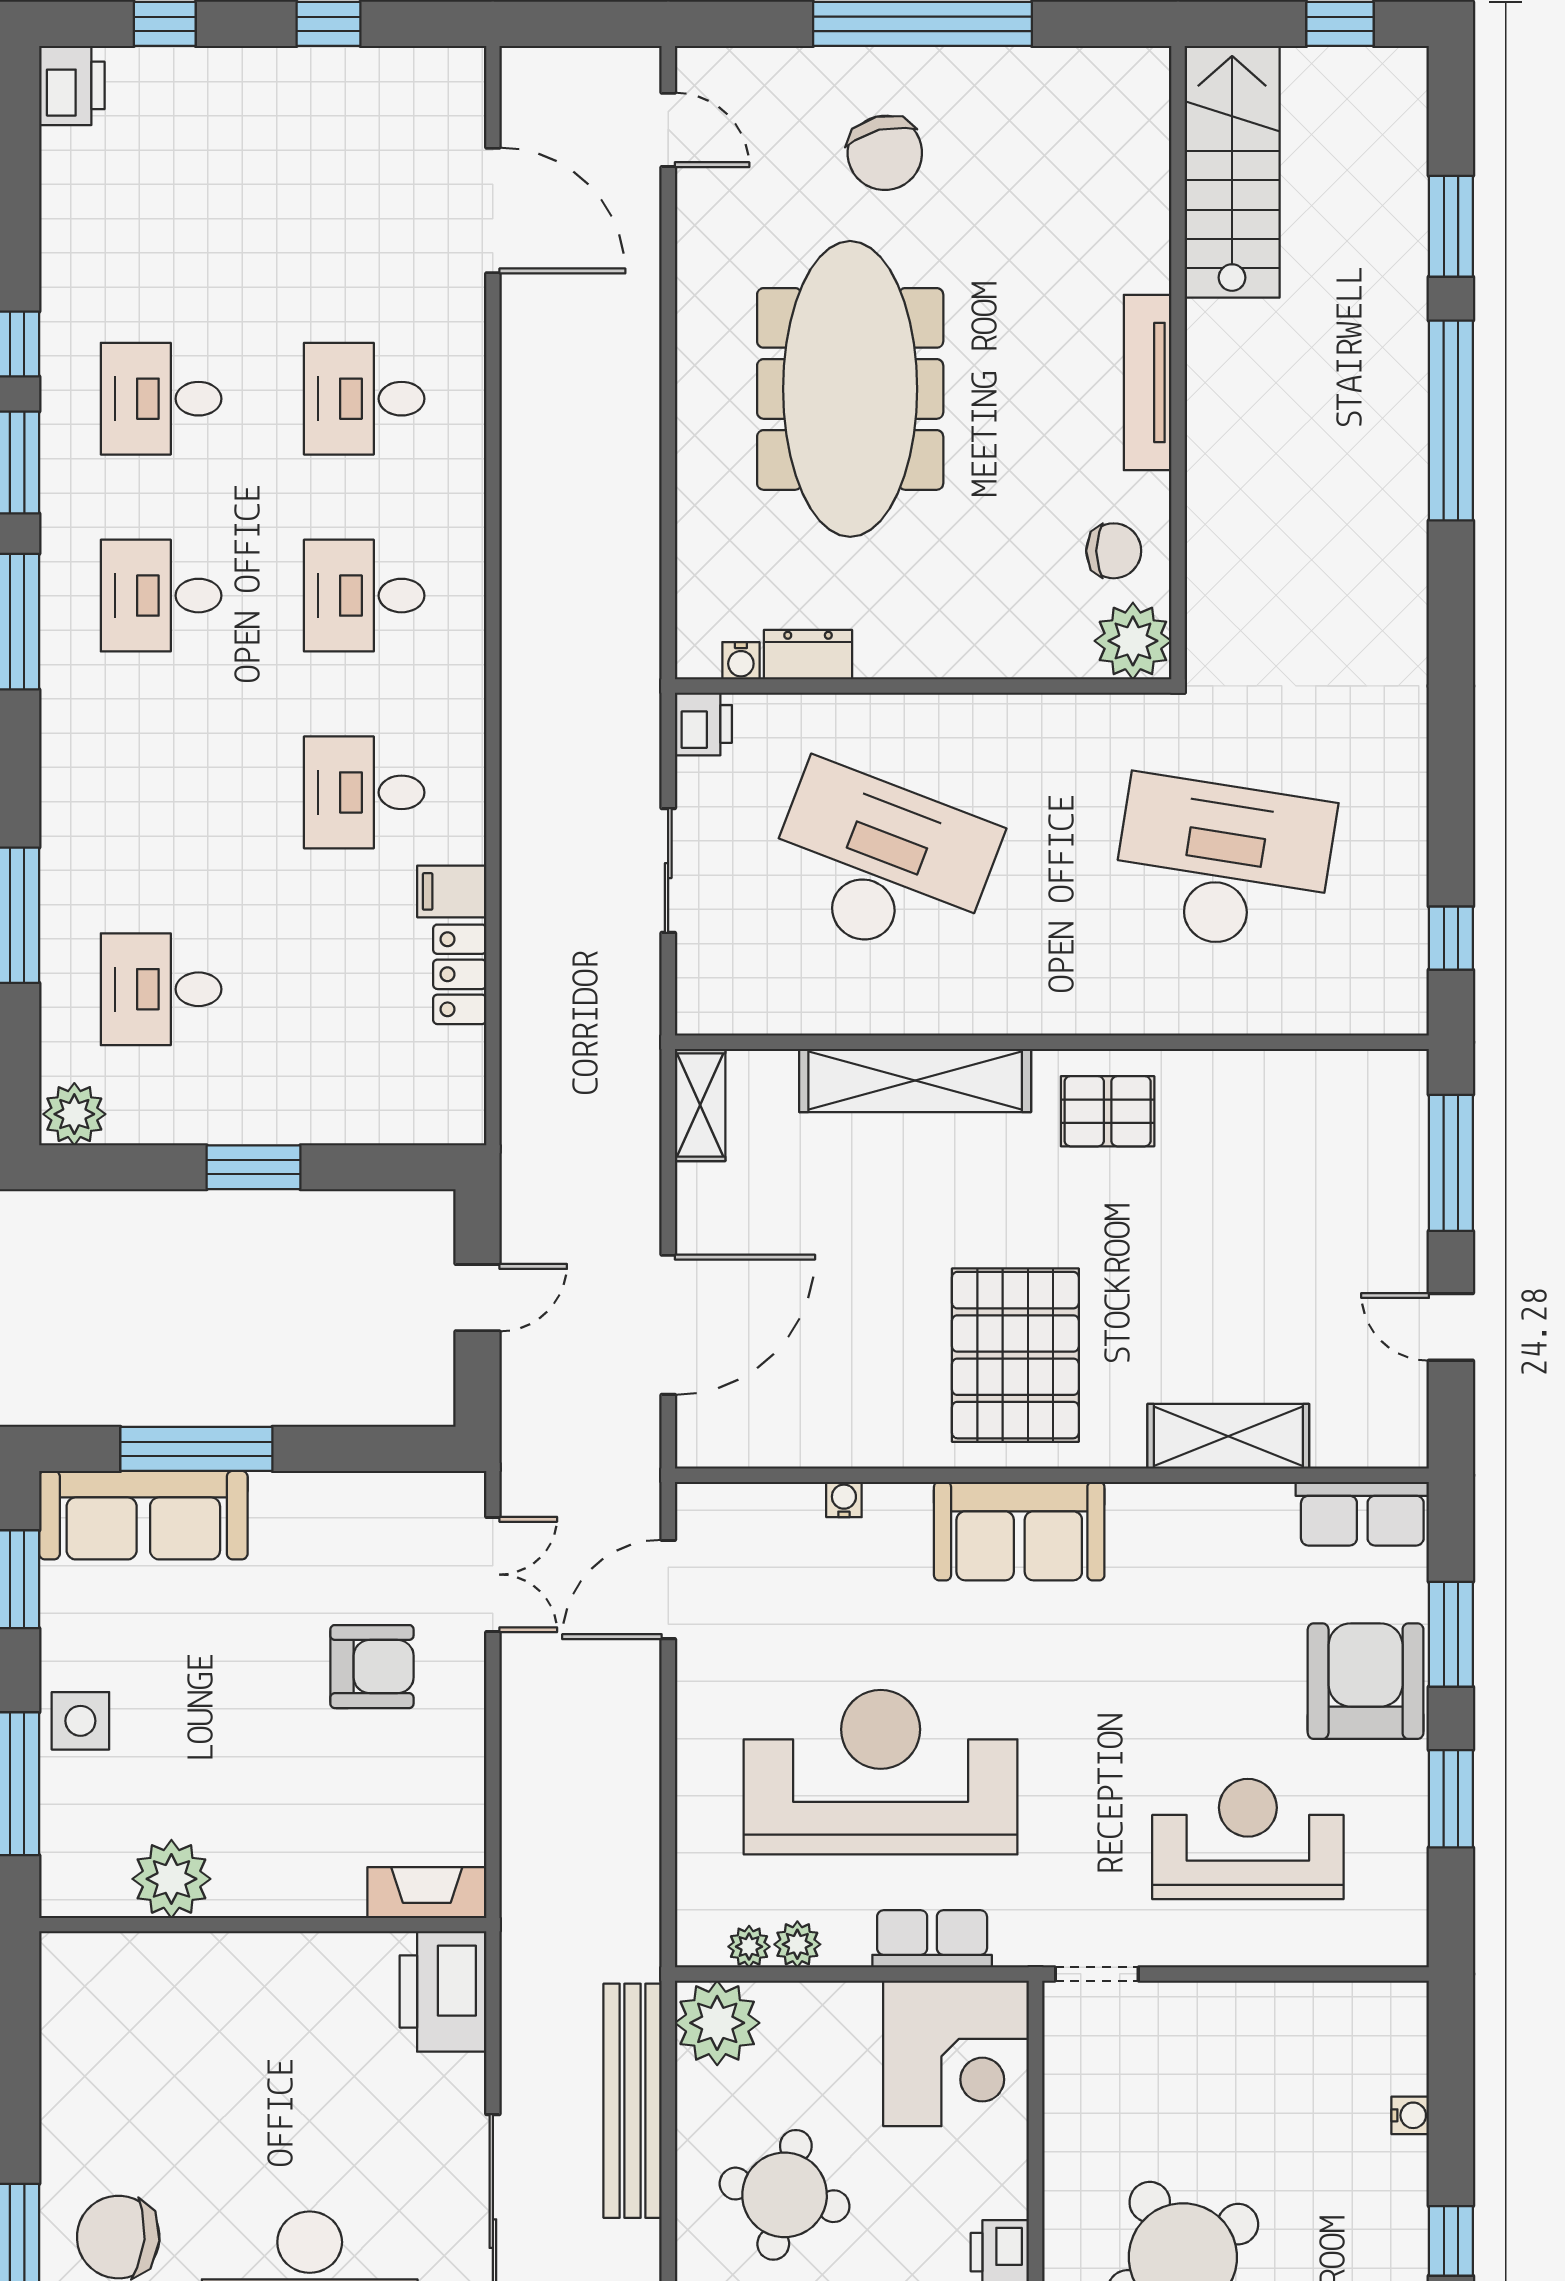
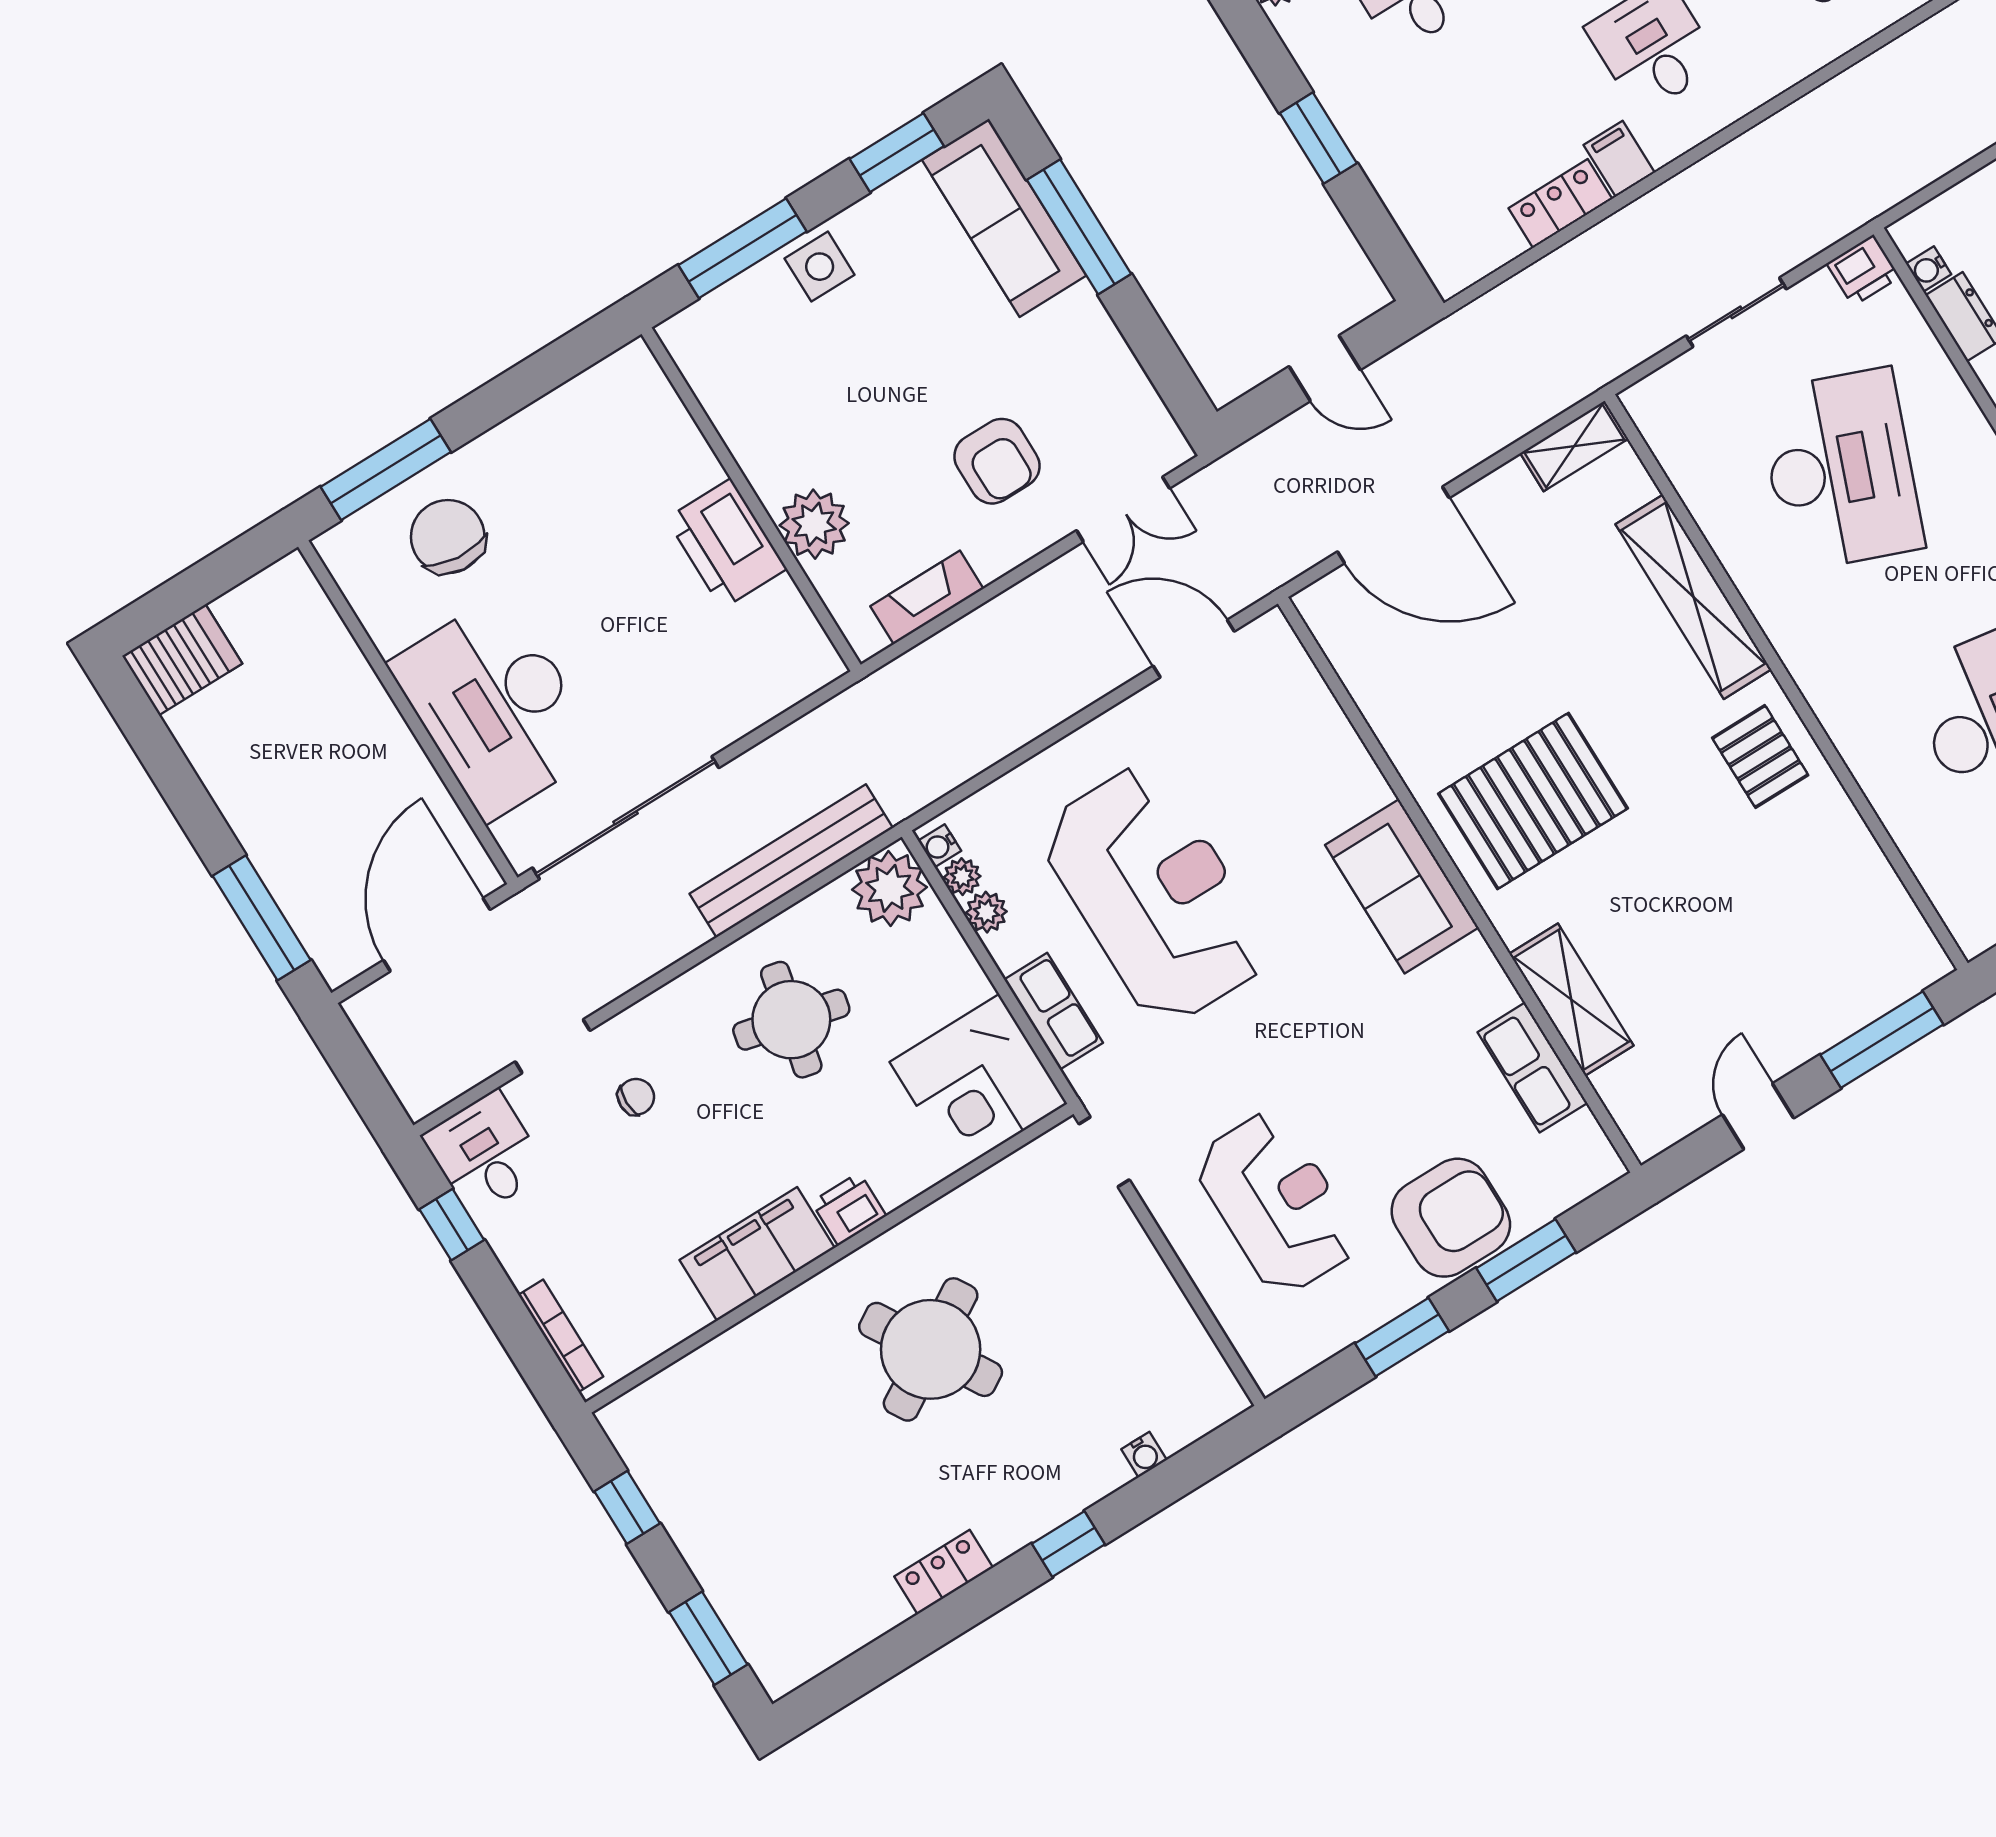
water cooler: (844, 1499) -> (940, 846), moved, turned 180
row of seats: (1362, 1514) -> (1533, 1067), moved
plant: (171, 1879) -> (814, 524), moved
fireplace: (427, 1893) -> (927, 597), moved, turned -90
printer: (443, 1991) -> (726, 544), moved, turned -90

